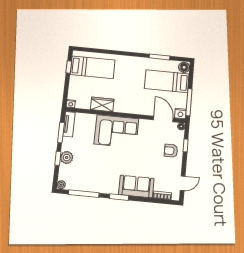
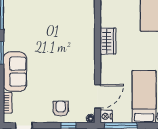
wardrobe: (102, 104) -> (108, 41), moved
corner sofa: (116, 131) -> (77, 42), removed

